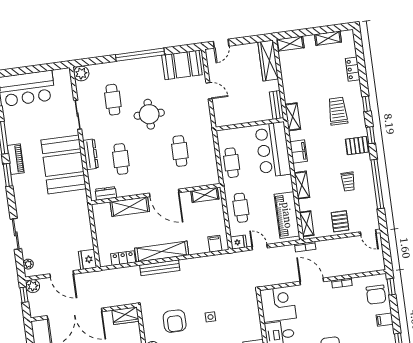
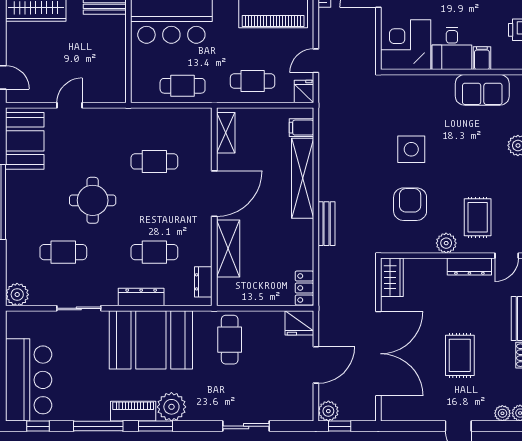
cafe table: (71, 216) -> (230, 340), added
shelving: (162, 252) -> (303, 178), moved
locker: (123, 258) -> (304, 288), moved
plant: (28, 264) -> (171, 407), moved, width x1.88, depth x1.88
bench: (160, 268) -> (327, 224), width x0.73
side table: (210, 317) -> (411, 149), width x1.87, depth x1.87
armchair: (175, 321) -> (410, 204), turned -90

